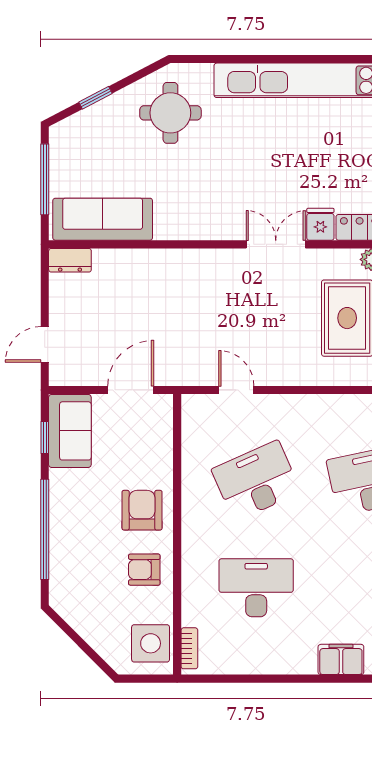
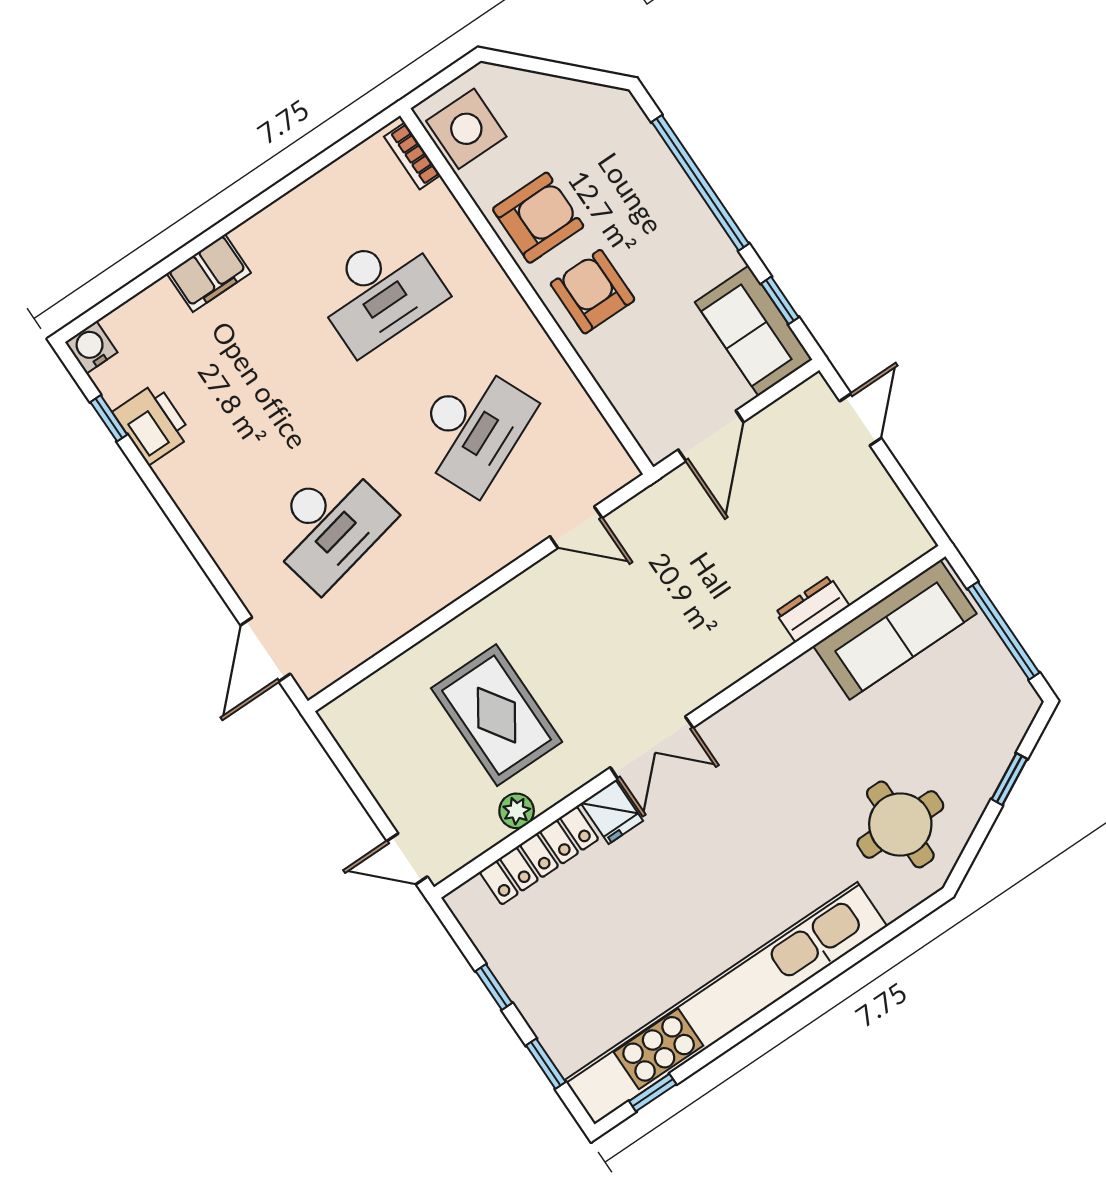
dresser: (70, 260) -> (812, 609), moved
armchair: (142, 510) -> (593, 292), turned 180
armchair: (144, 570) -> (538, 218), width x1.38, depth x1.38

